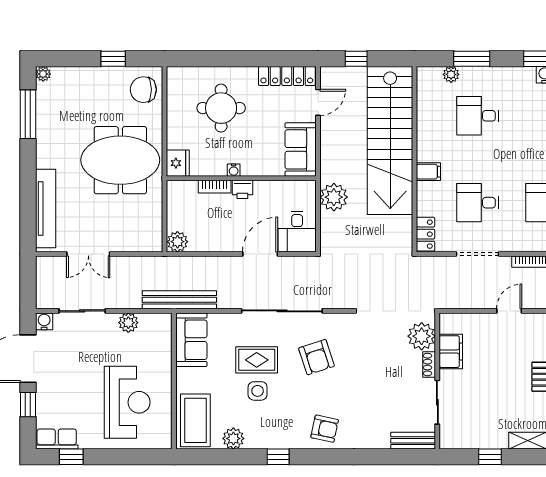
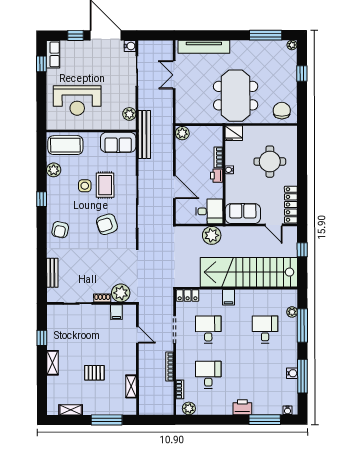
window: (113, 59) -> (302, 74), moved
window: (472, 59) -> (302, 325), width x1.44
desk: (297, 232) -> (209, 211), moved, turned 180
door: (509, 311) -> (137, 335), moved
plant: (128, 323) -> (129, 114), moved
filing cabinet: (451, 352) -> (116, 312), width x0.50
bench: (413, 441) -> (52, 273), moved

